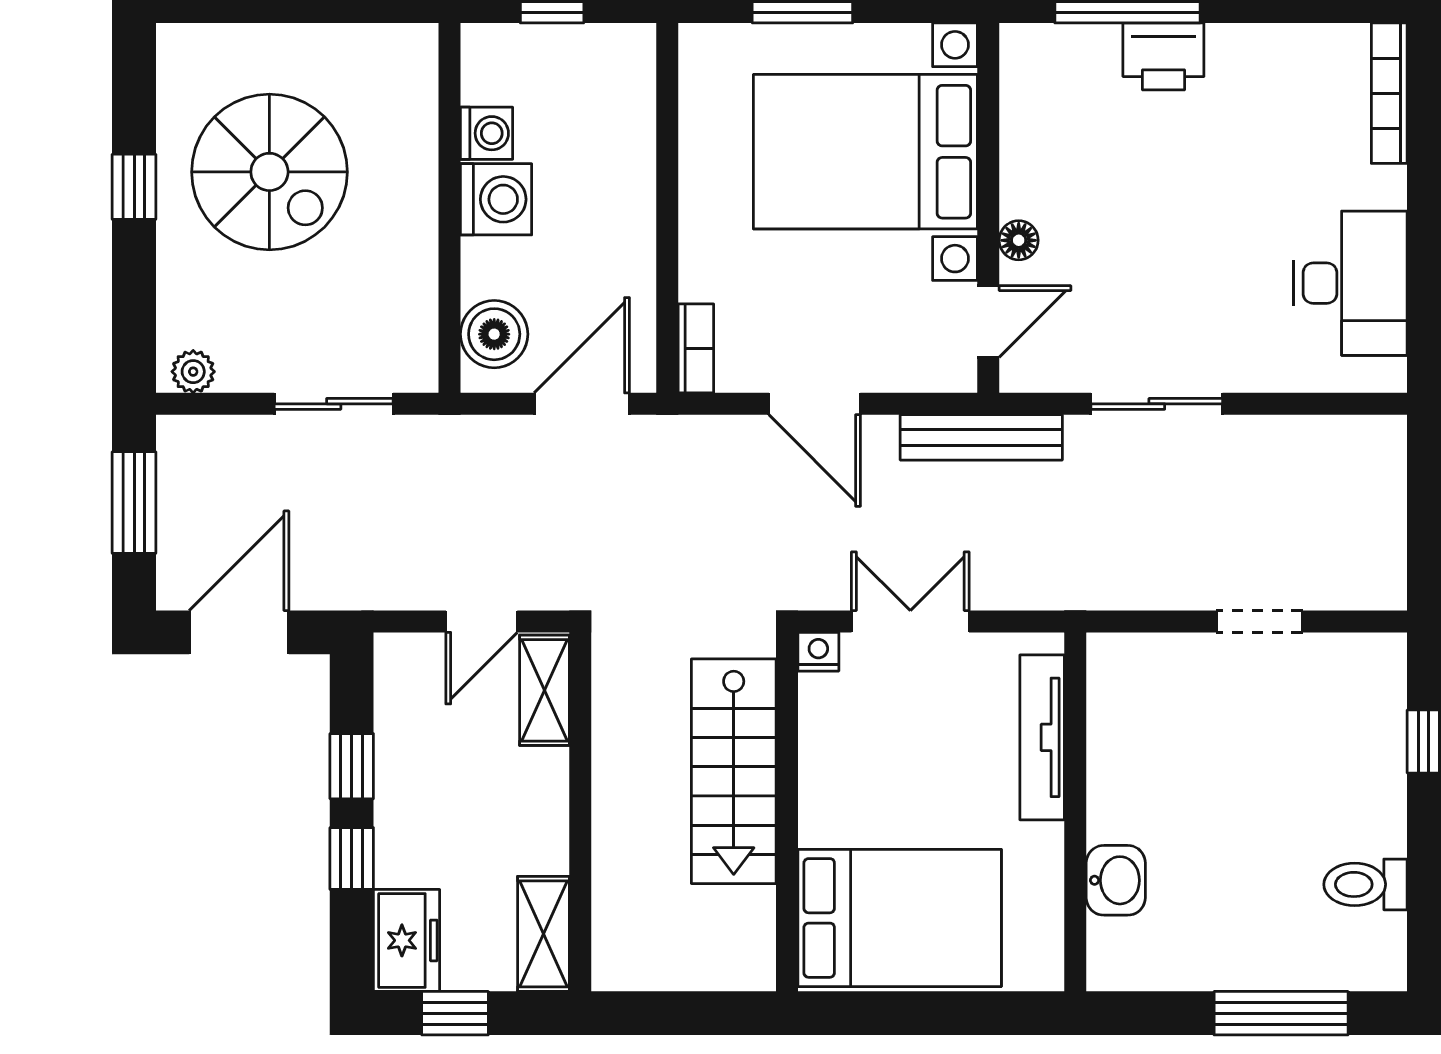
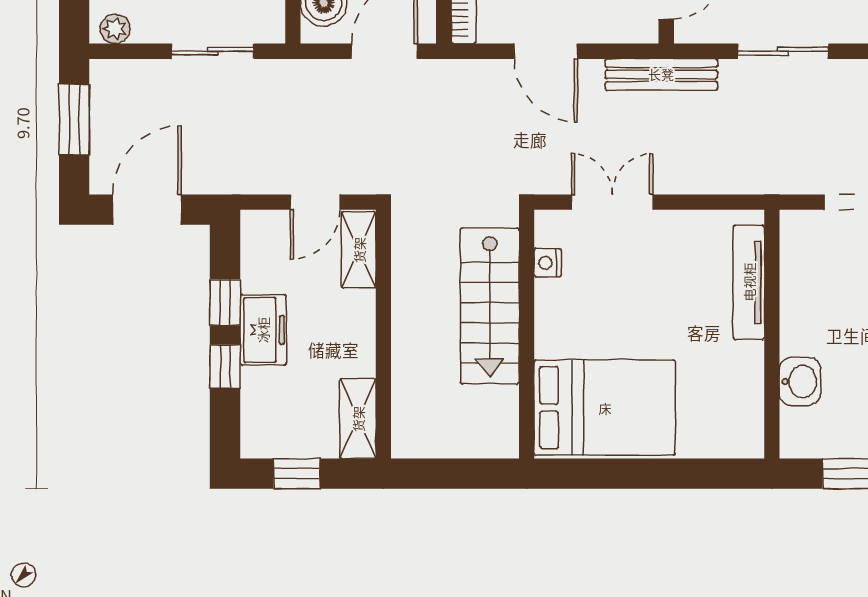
nightstand: (818, 652) -> (548, 263), moved, turned -90
tv unit: (1042, 737) -> (749, 282), moved
wall: (1075, 812) -> (772, 334), moved
washbasin: (1116, 880) -> (800, 381), moved
freezer: (407, 940) -> (263, 330), moved

